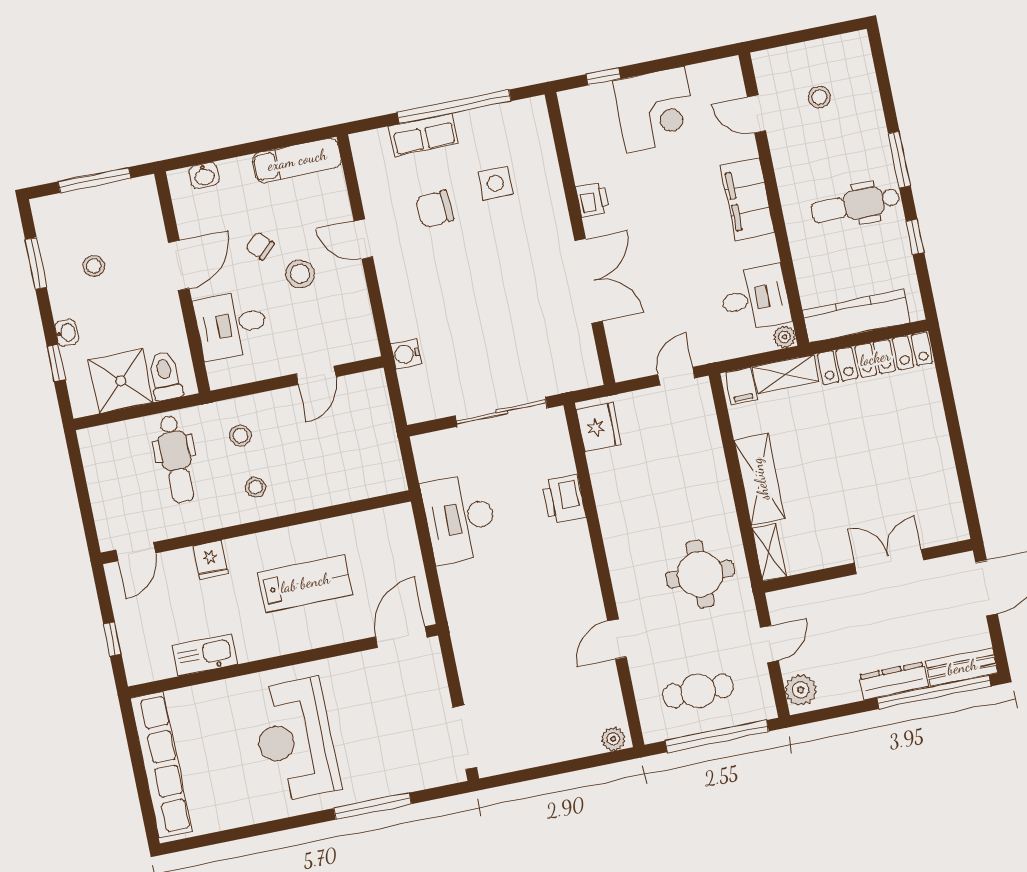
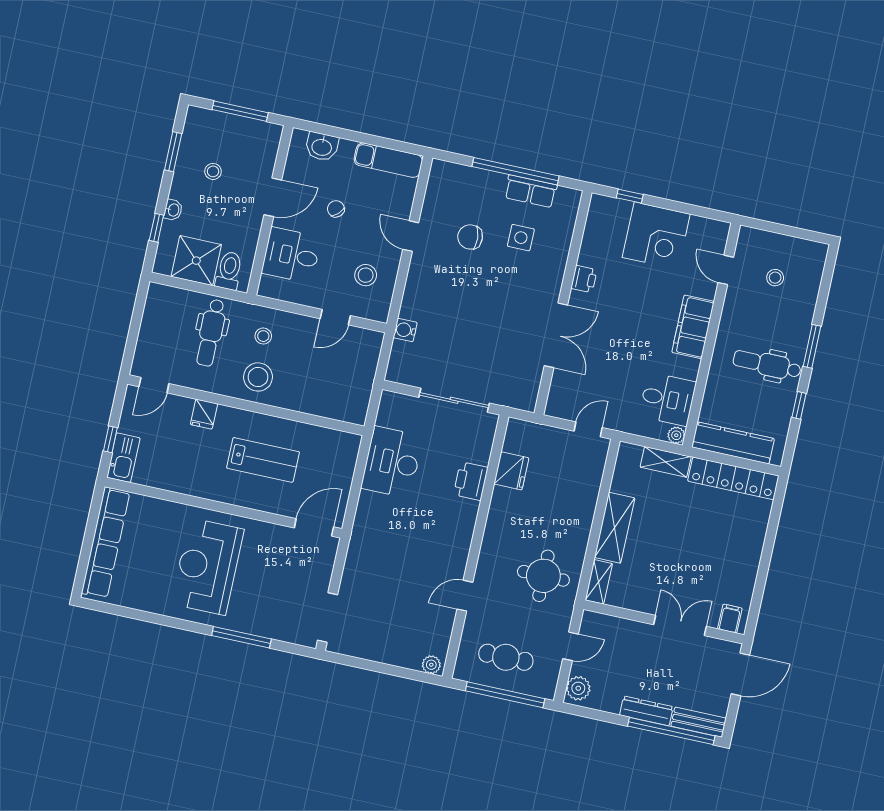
row of seats: (423, 135) -> (531, 191), moved
washbasin: (204, 175) -> (322, 147), width x1.38, depth x1.45
stool: (300, 274) -> (366, 275), moved
filing cabinet: (741, 386) -> (730, 619), moved, turned 180
fridge: (599, 427) -> (511, 471), moved
stool: (255, 487) -> (258, 377), width x1.89, depth x1.89
kitchen sink: (205, 655) -> (123, 458), moved, turned 90

